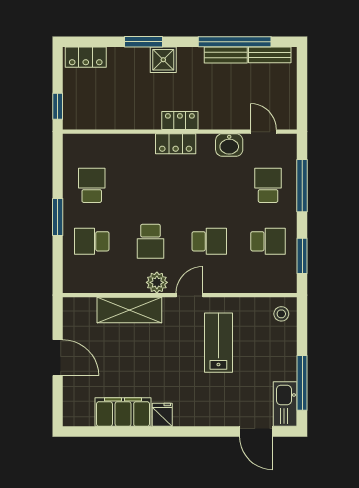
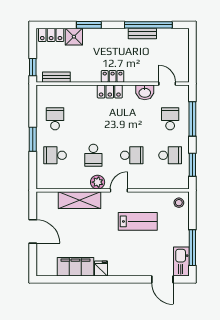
bench: (270, 55) -> (56, 77), moved
shower: (163, 60) -> (74, 37), moved
lab bench: (218, 343) -> (138, 221), turned 90

